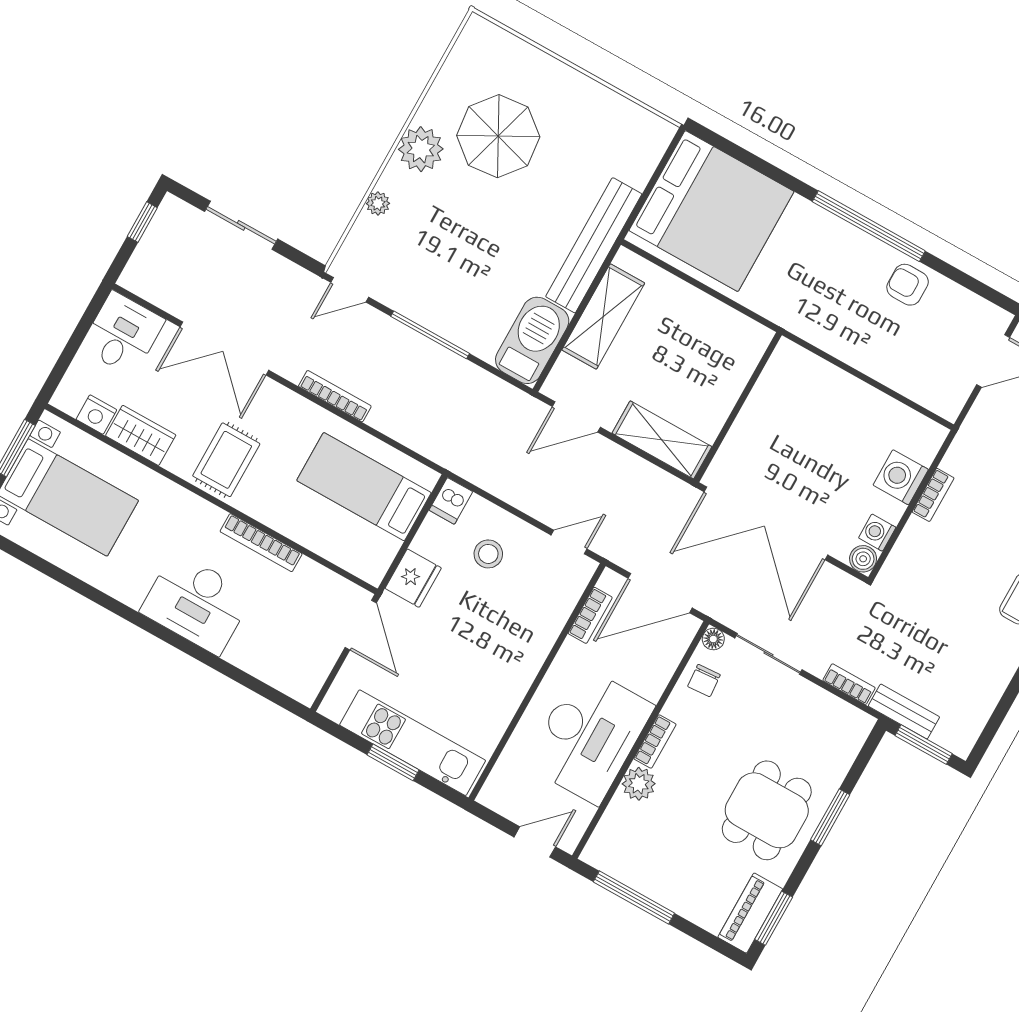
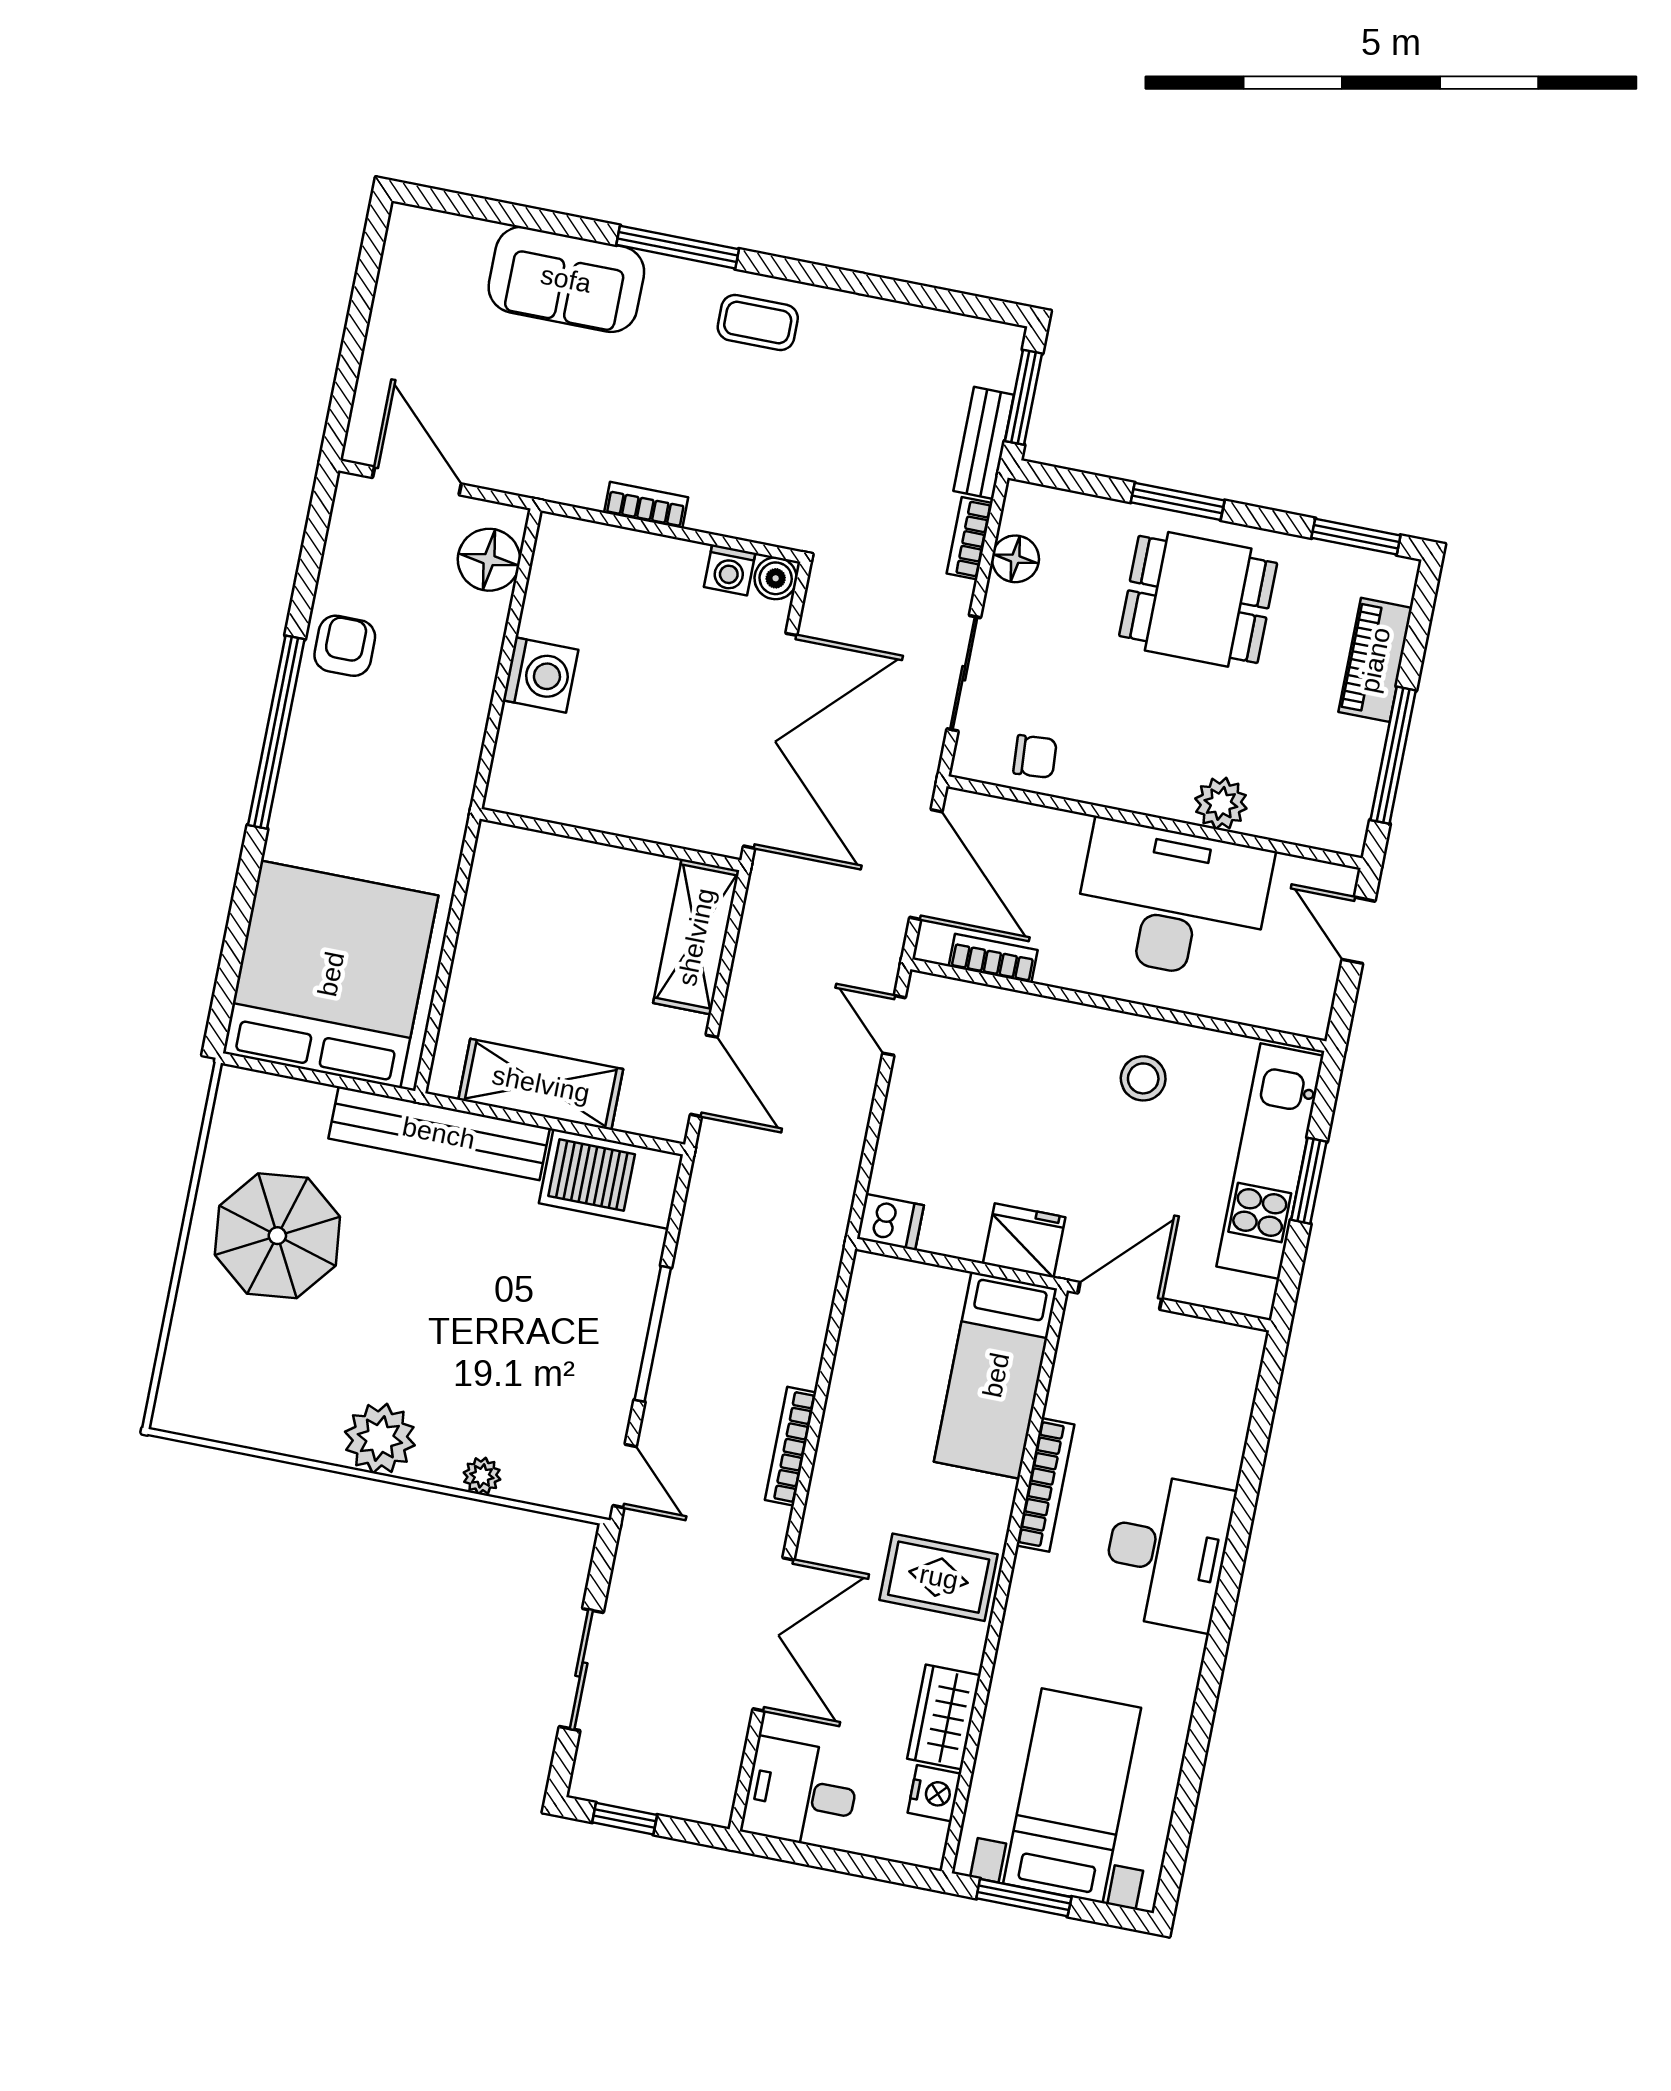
parasol: (498, 136) -> (277, 1236), moved
armchair: (908, 285) -> (345, 646), turned 180
floor lamp: (931, 389) -> (489, 560), added
washing machine: (901, 477) -> (541, 675), moved, turned -90
bed: (364, 487) -> (996, 1375), moved
stool: (488, 554) -> (1143, 1078), moved
floor lamp: (713, 639) -> (1015, 559), moved, width x1.37, depth x1.37
bookcase: (655, 742) -> (1150, 800), removed
piano: (750, 913) -> (1375, 660), moved, turned 90

